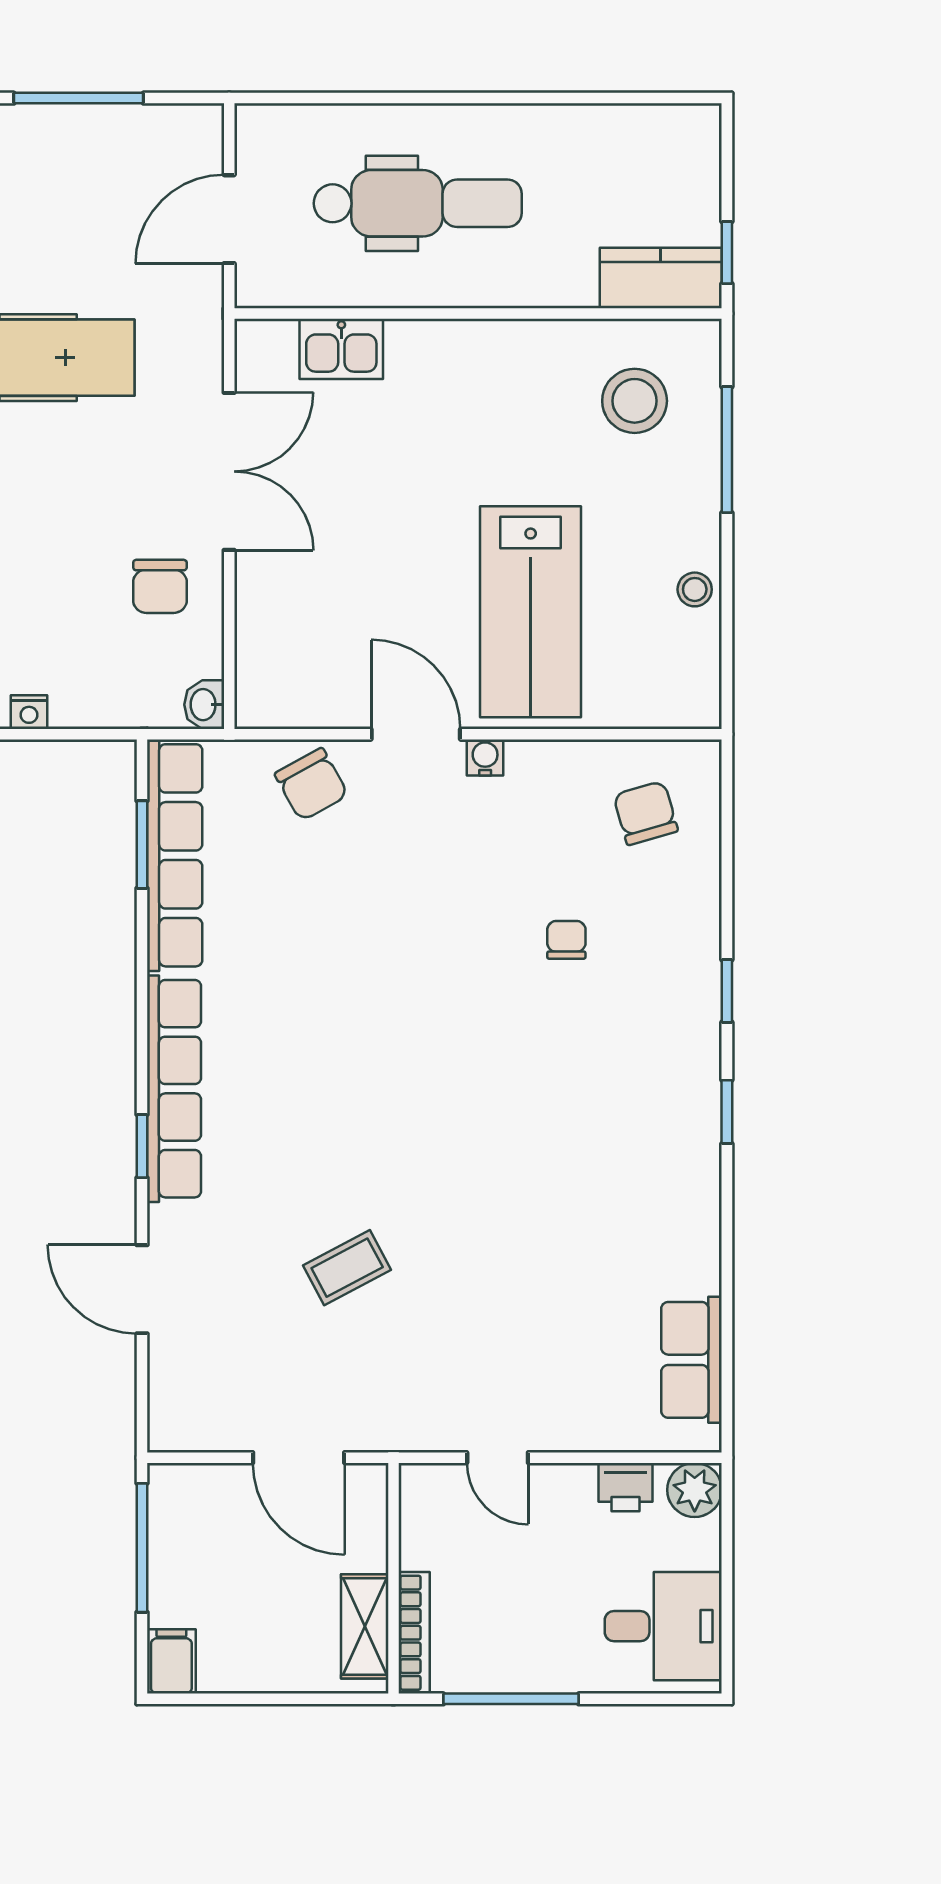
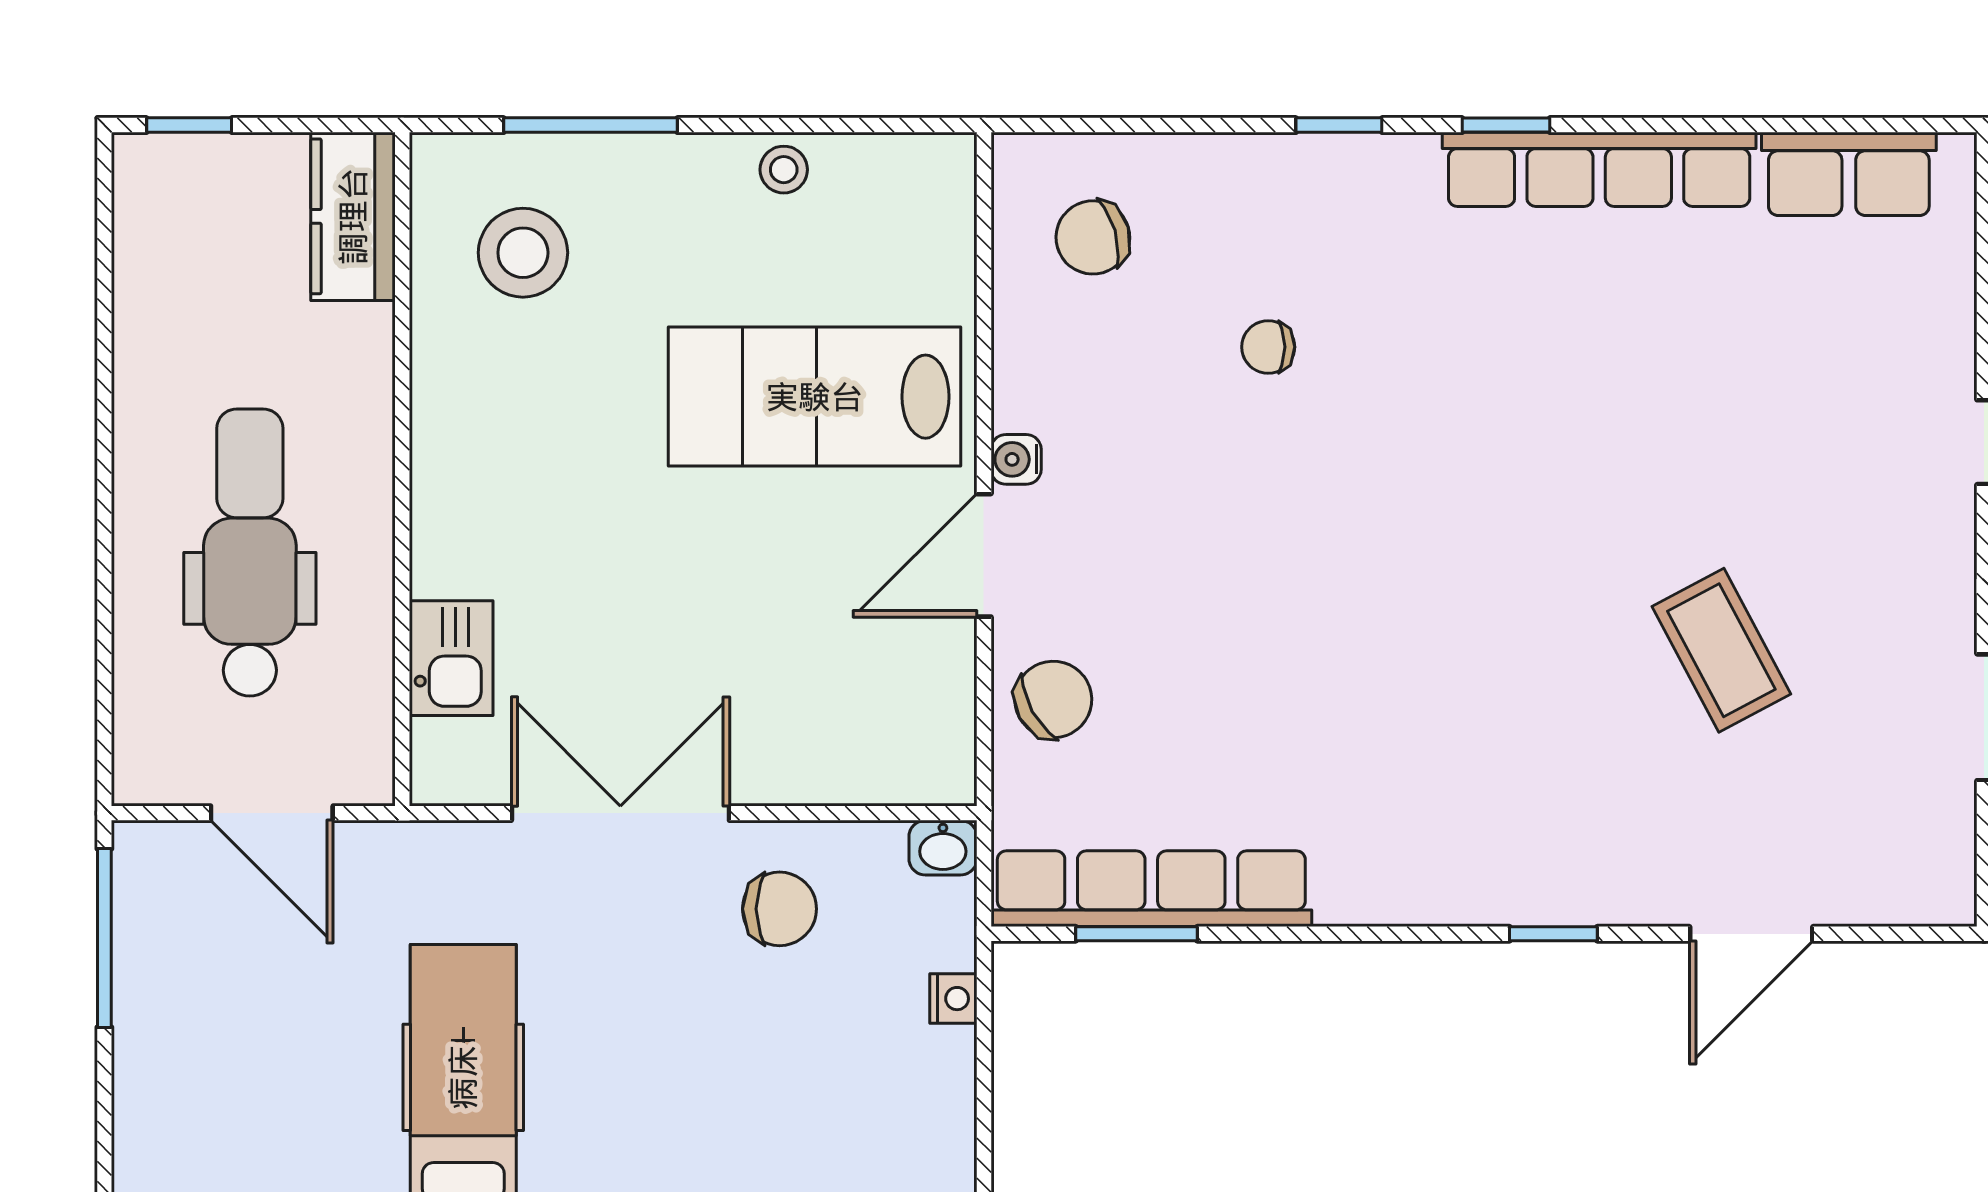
window: (79, 98) -> (104, 938), moved
window: (727, 253) -> (189, 125), moved
lab bench: (531, 612) -> (815, 397), turned 180
nightstand: (29, 712) -> (953, 999), moved
row of seats: (174, 1089) -> (1599, 169), moved, turned 180
coffee table: (347, 1268) -> (1721, 650), width x1.36, depth x1.30

